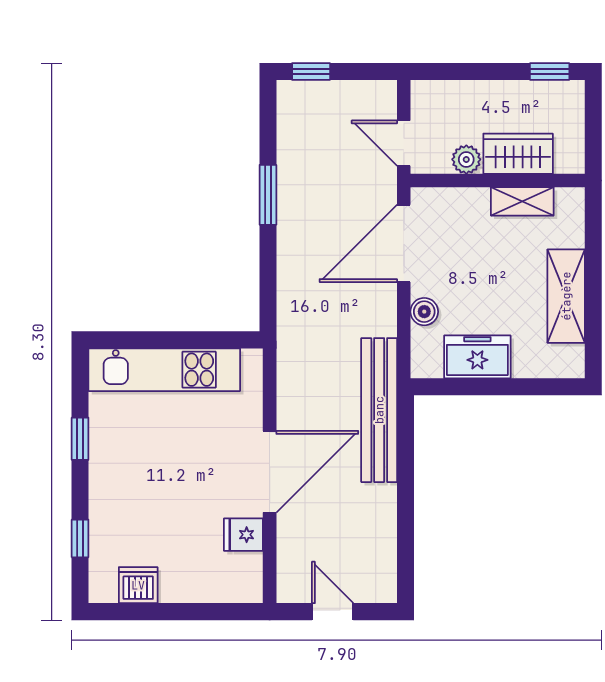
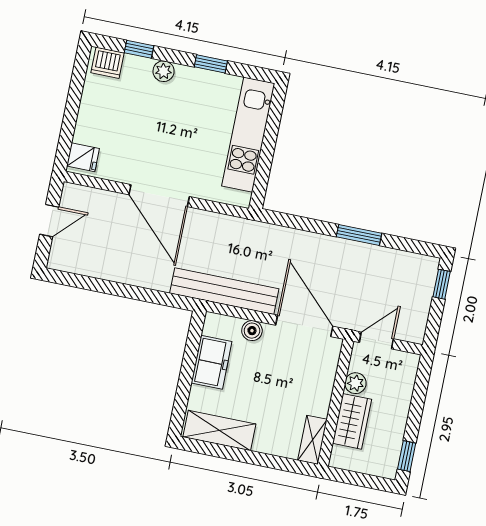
shelving: (522, 201) -> (312, 440), moved
shelving: (566, 296) -> (219, 430), moved
bench: (379, 410) -> (224, 291), moved
plant: (103, 500) -> (164, 71), added
fridge: (243, 535) -> (83, 157), moved, turned 90
dishwasher: (138, 585) -> (107, 63), moved, turned 90

